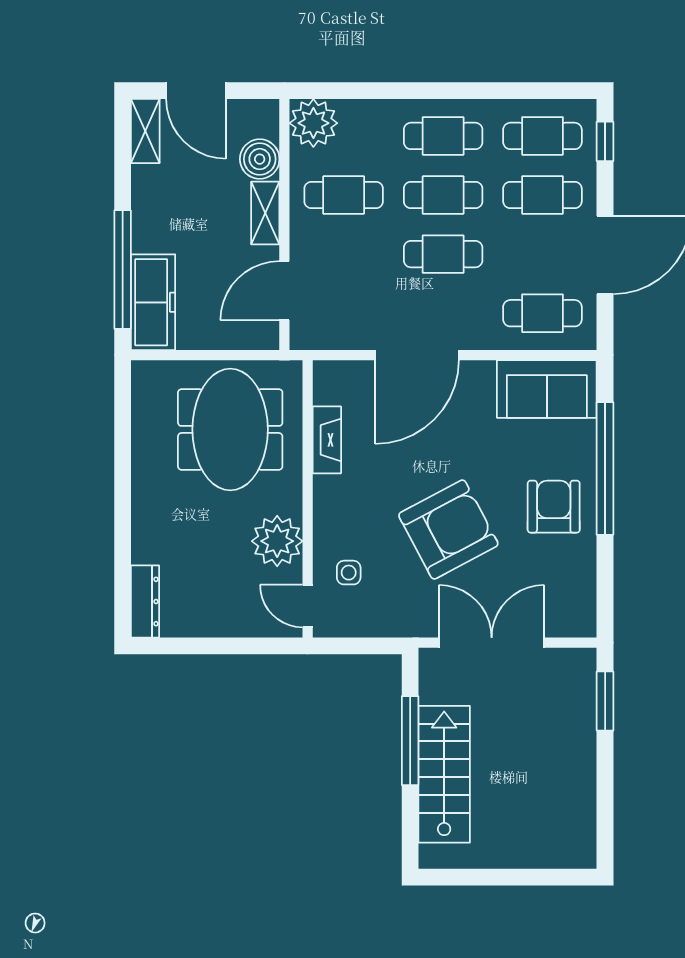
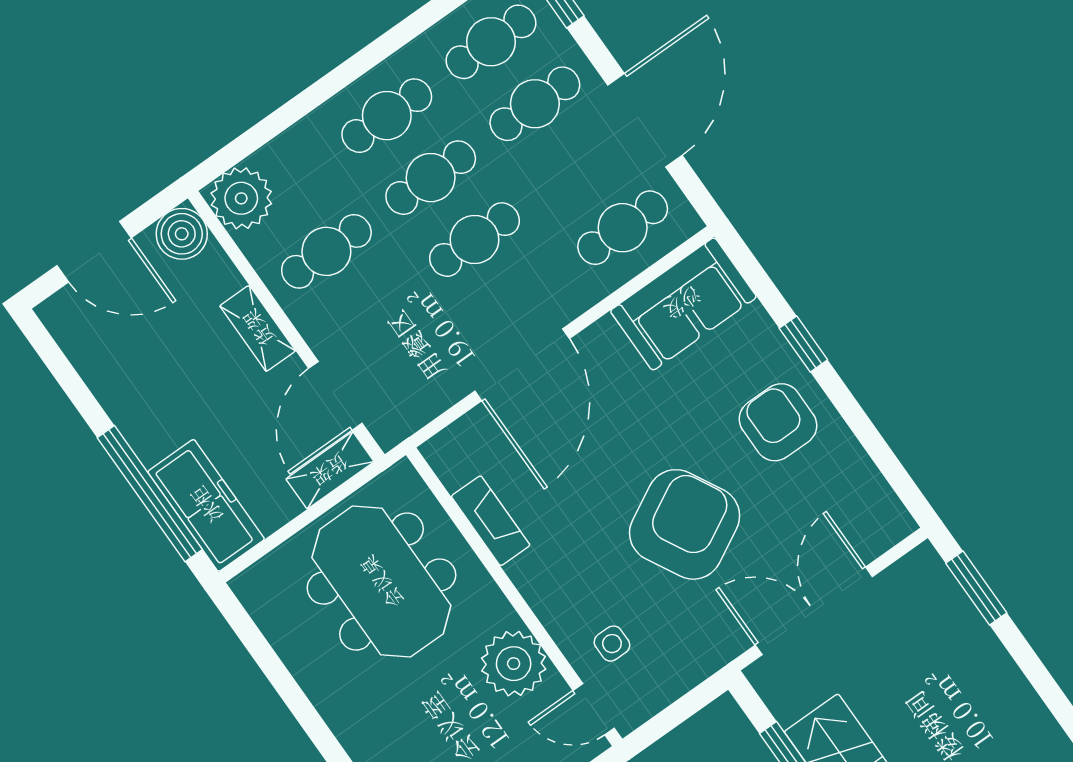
shelving: (145, 131) -> (330, 470), moved, turned 90
boiler: (260, 159) -> (182, 234), moved
window: (605, 468) -> (803, 344), width x0.32

